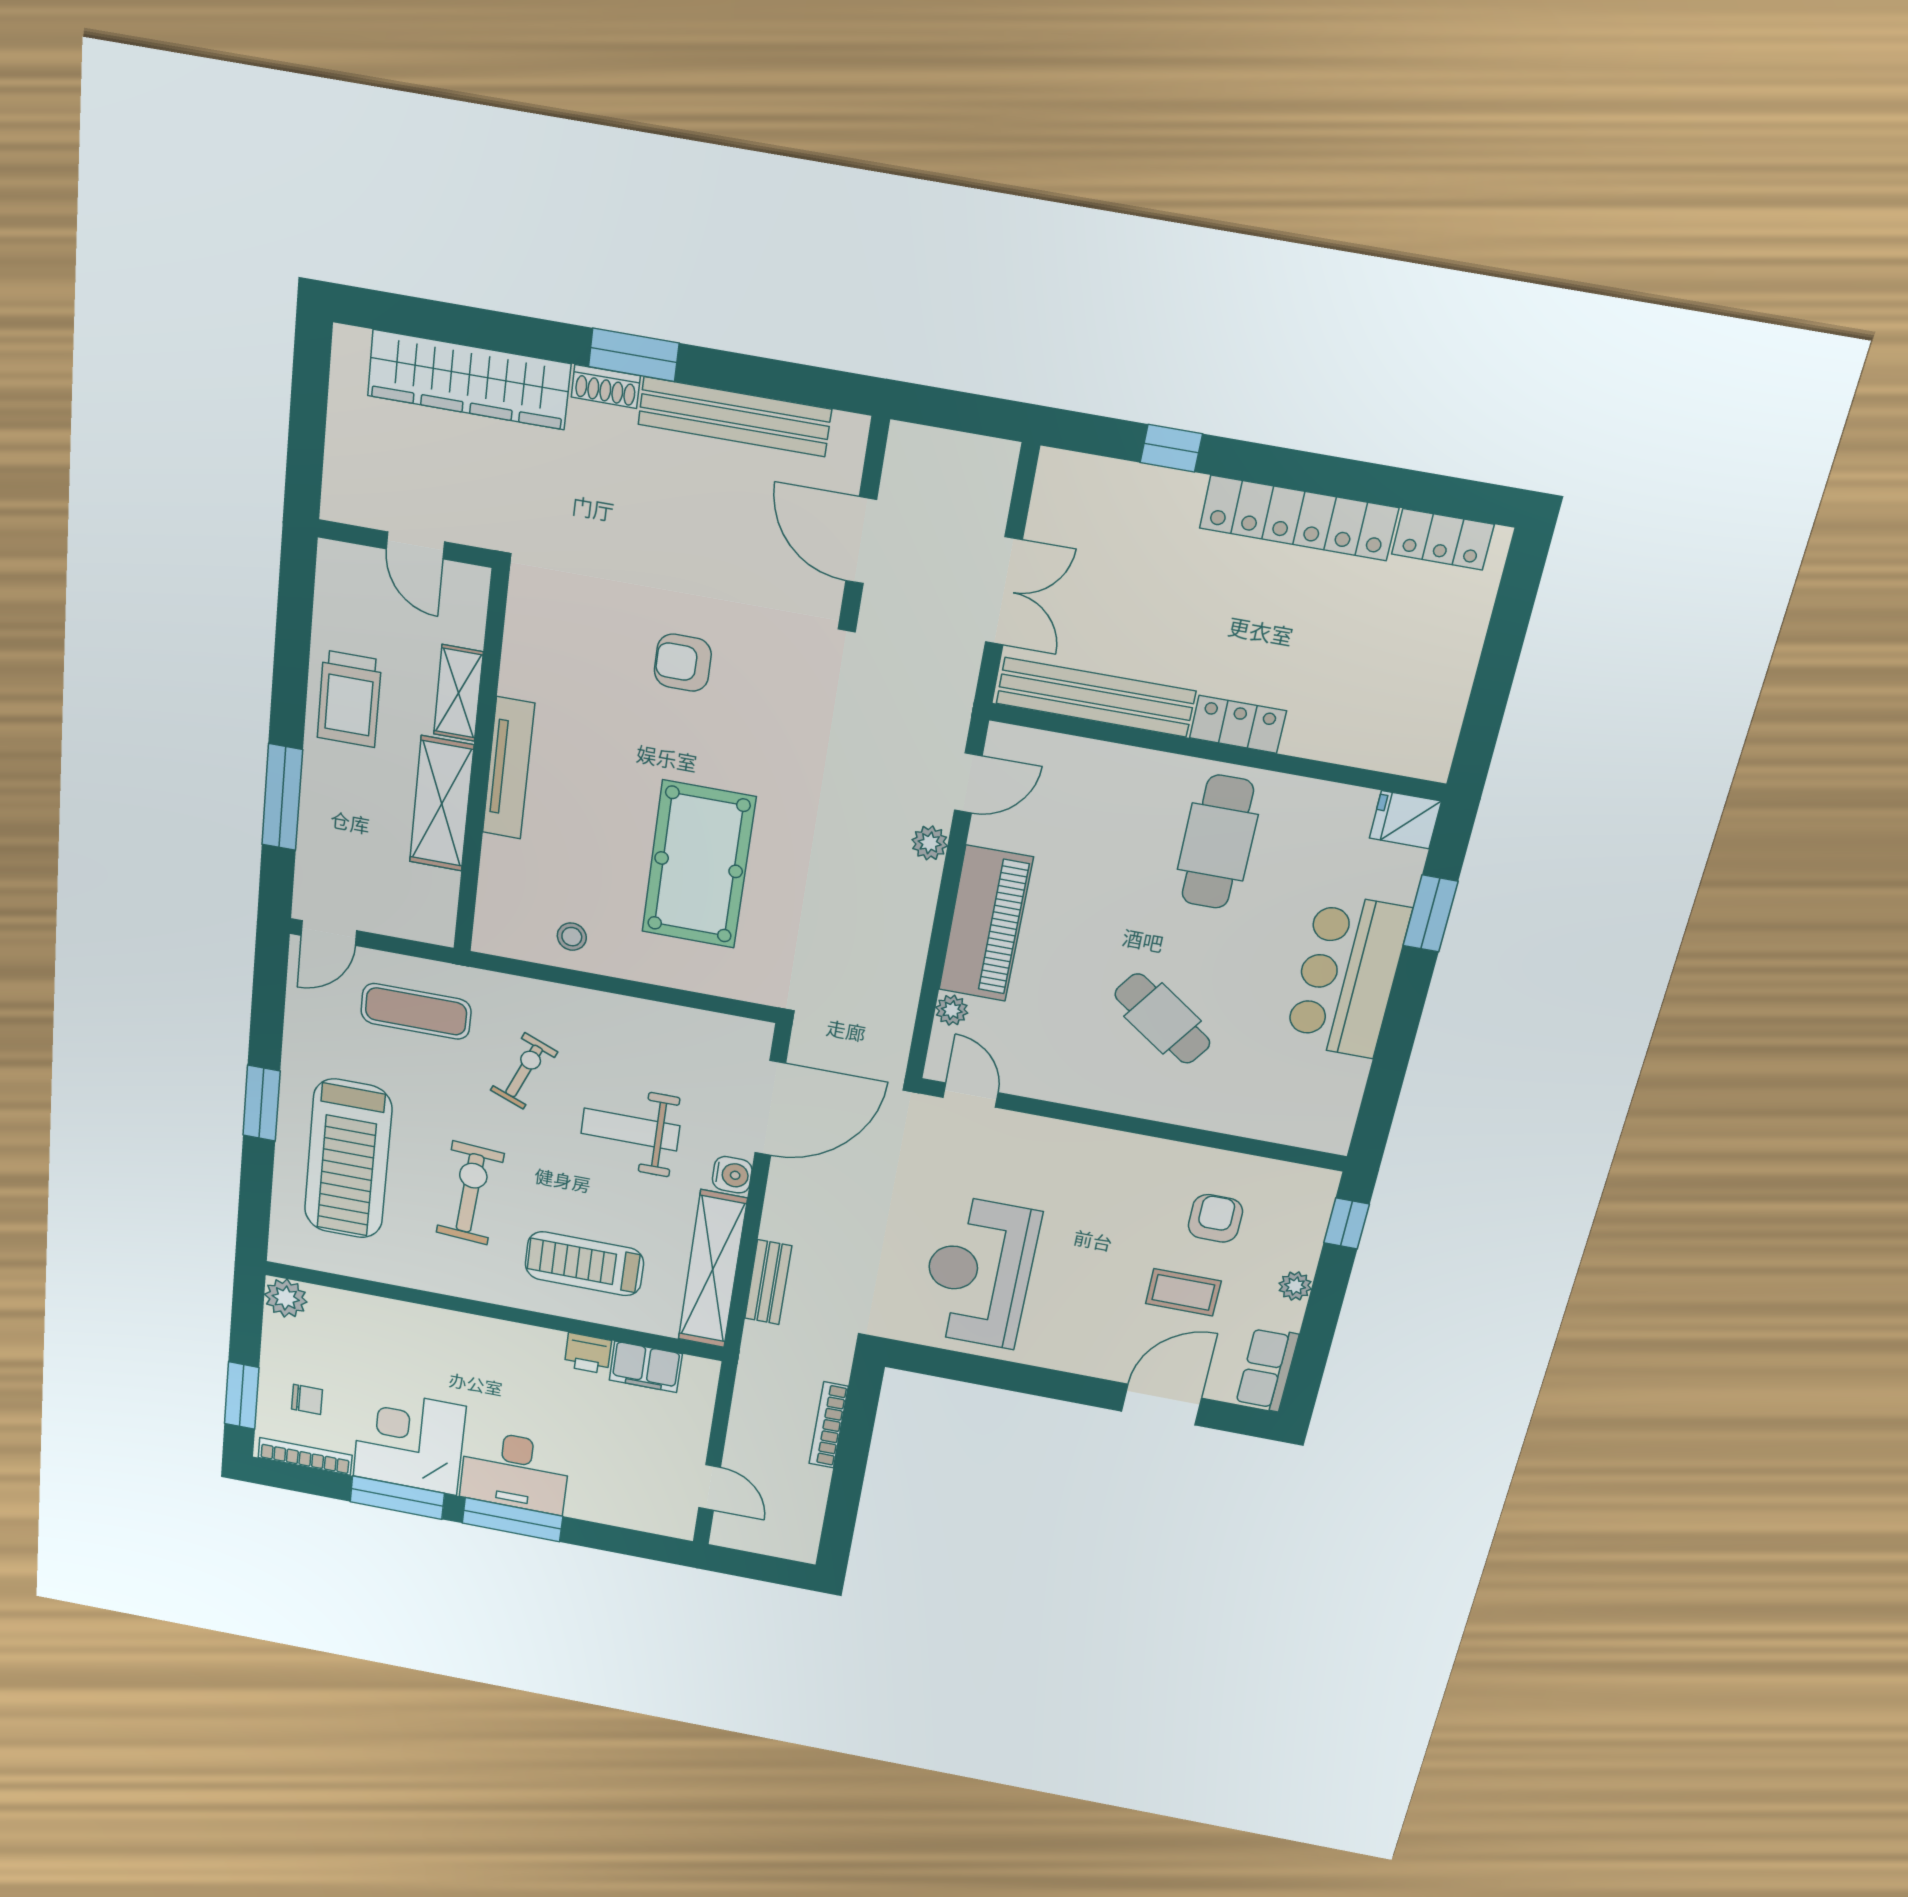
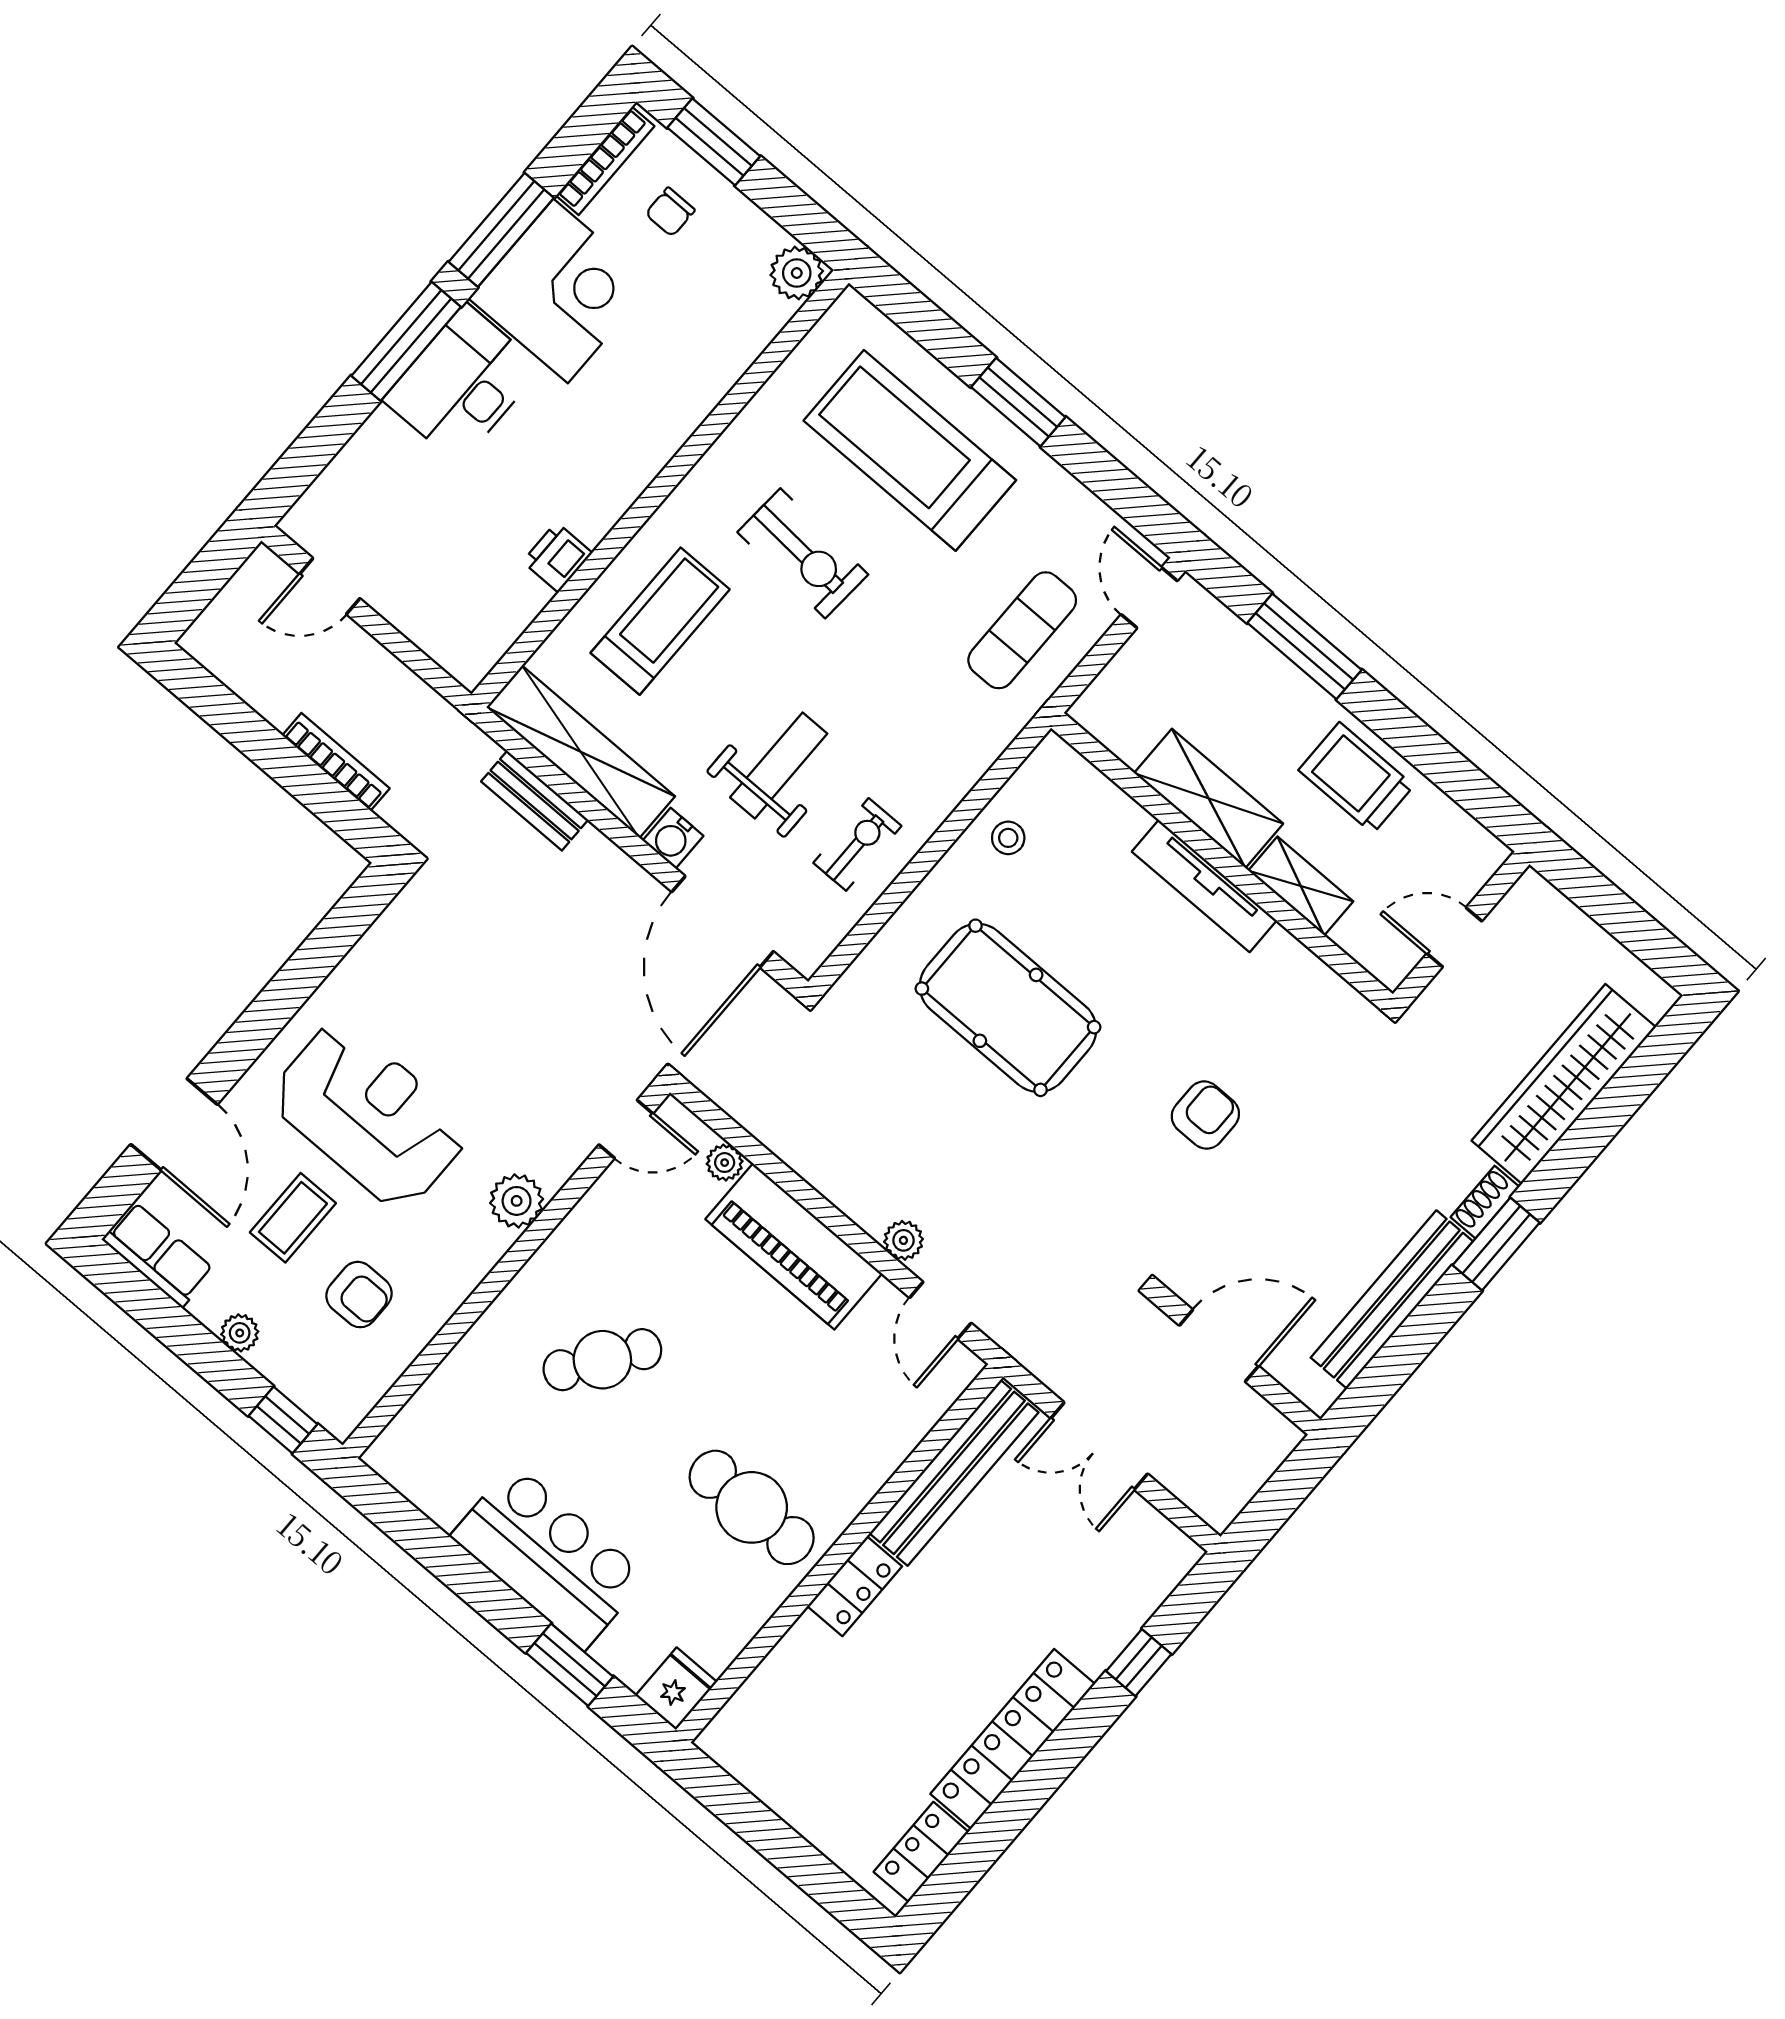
exercise bike: (524, 1071) -> (857, 844), moved, turned -112
plant: (1075, 1144) -> (517, 1201), added
reception desk: (979, 1272) -> (369, 1115), moved
filing cabinet: (646, 1367) -> (508, 609), removed

